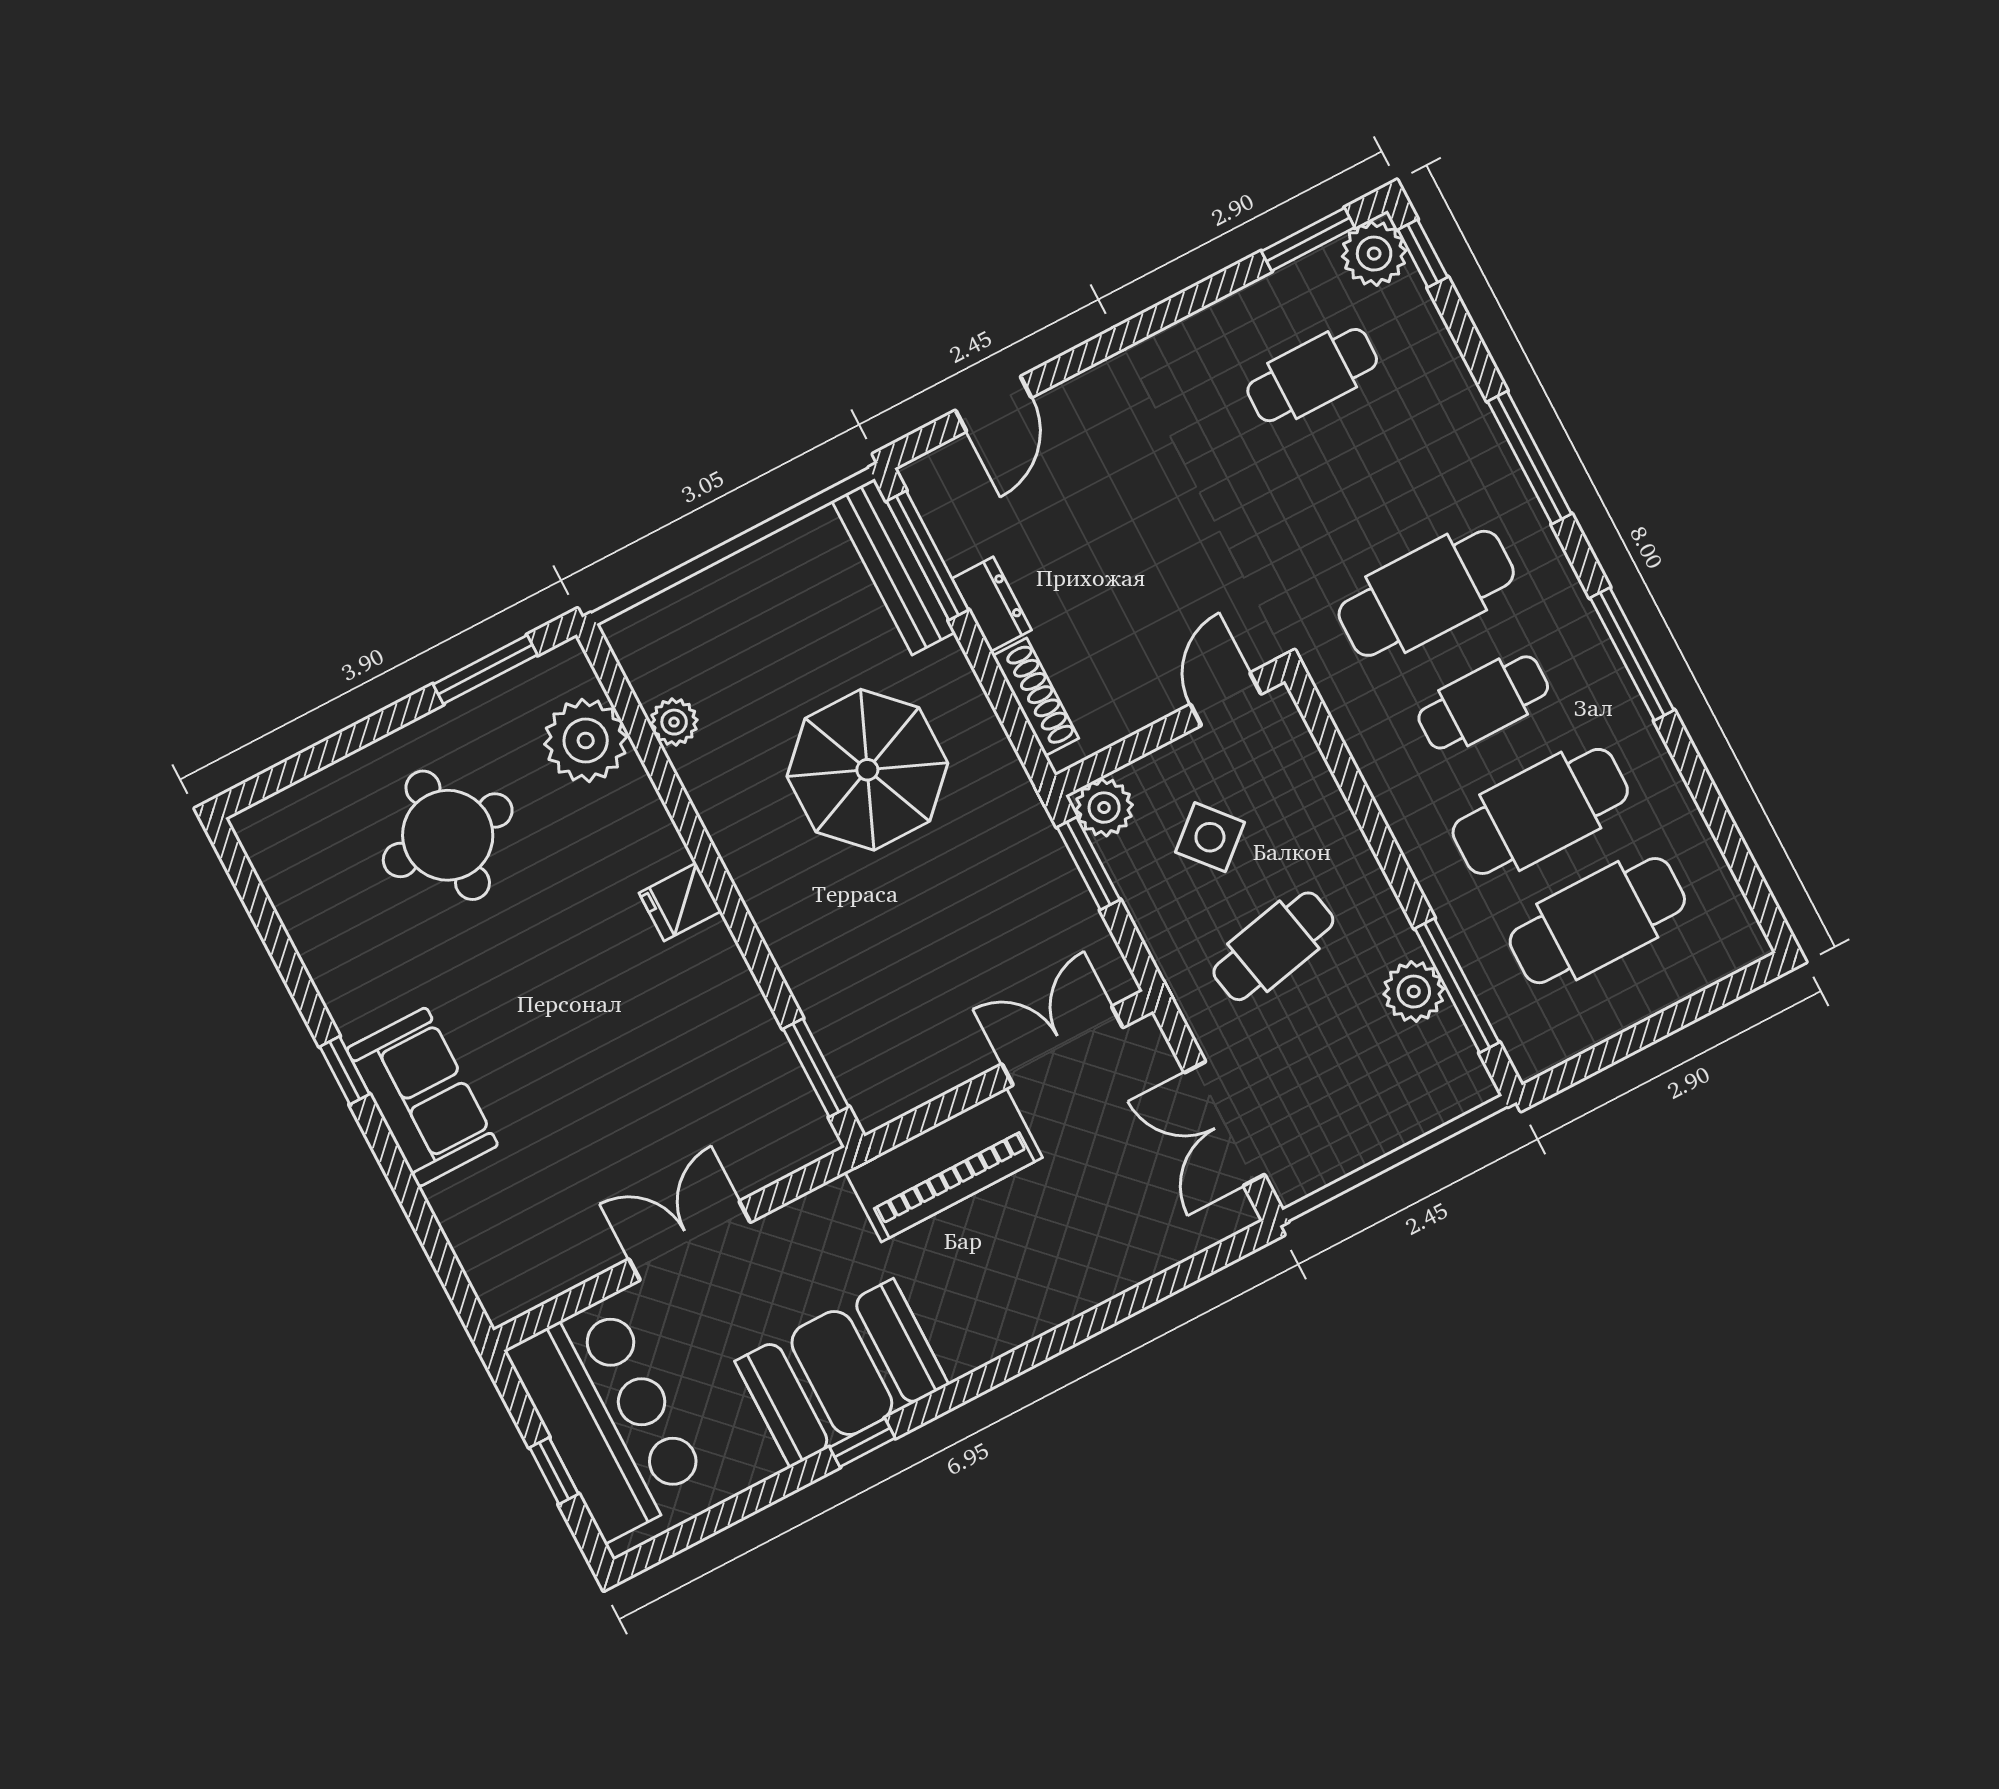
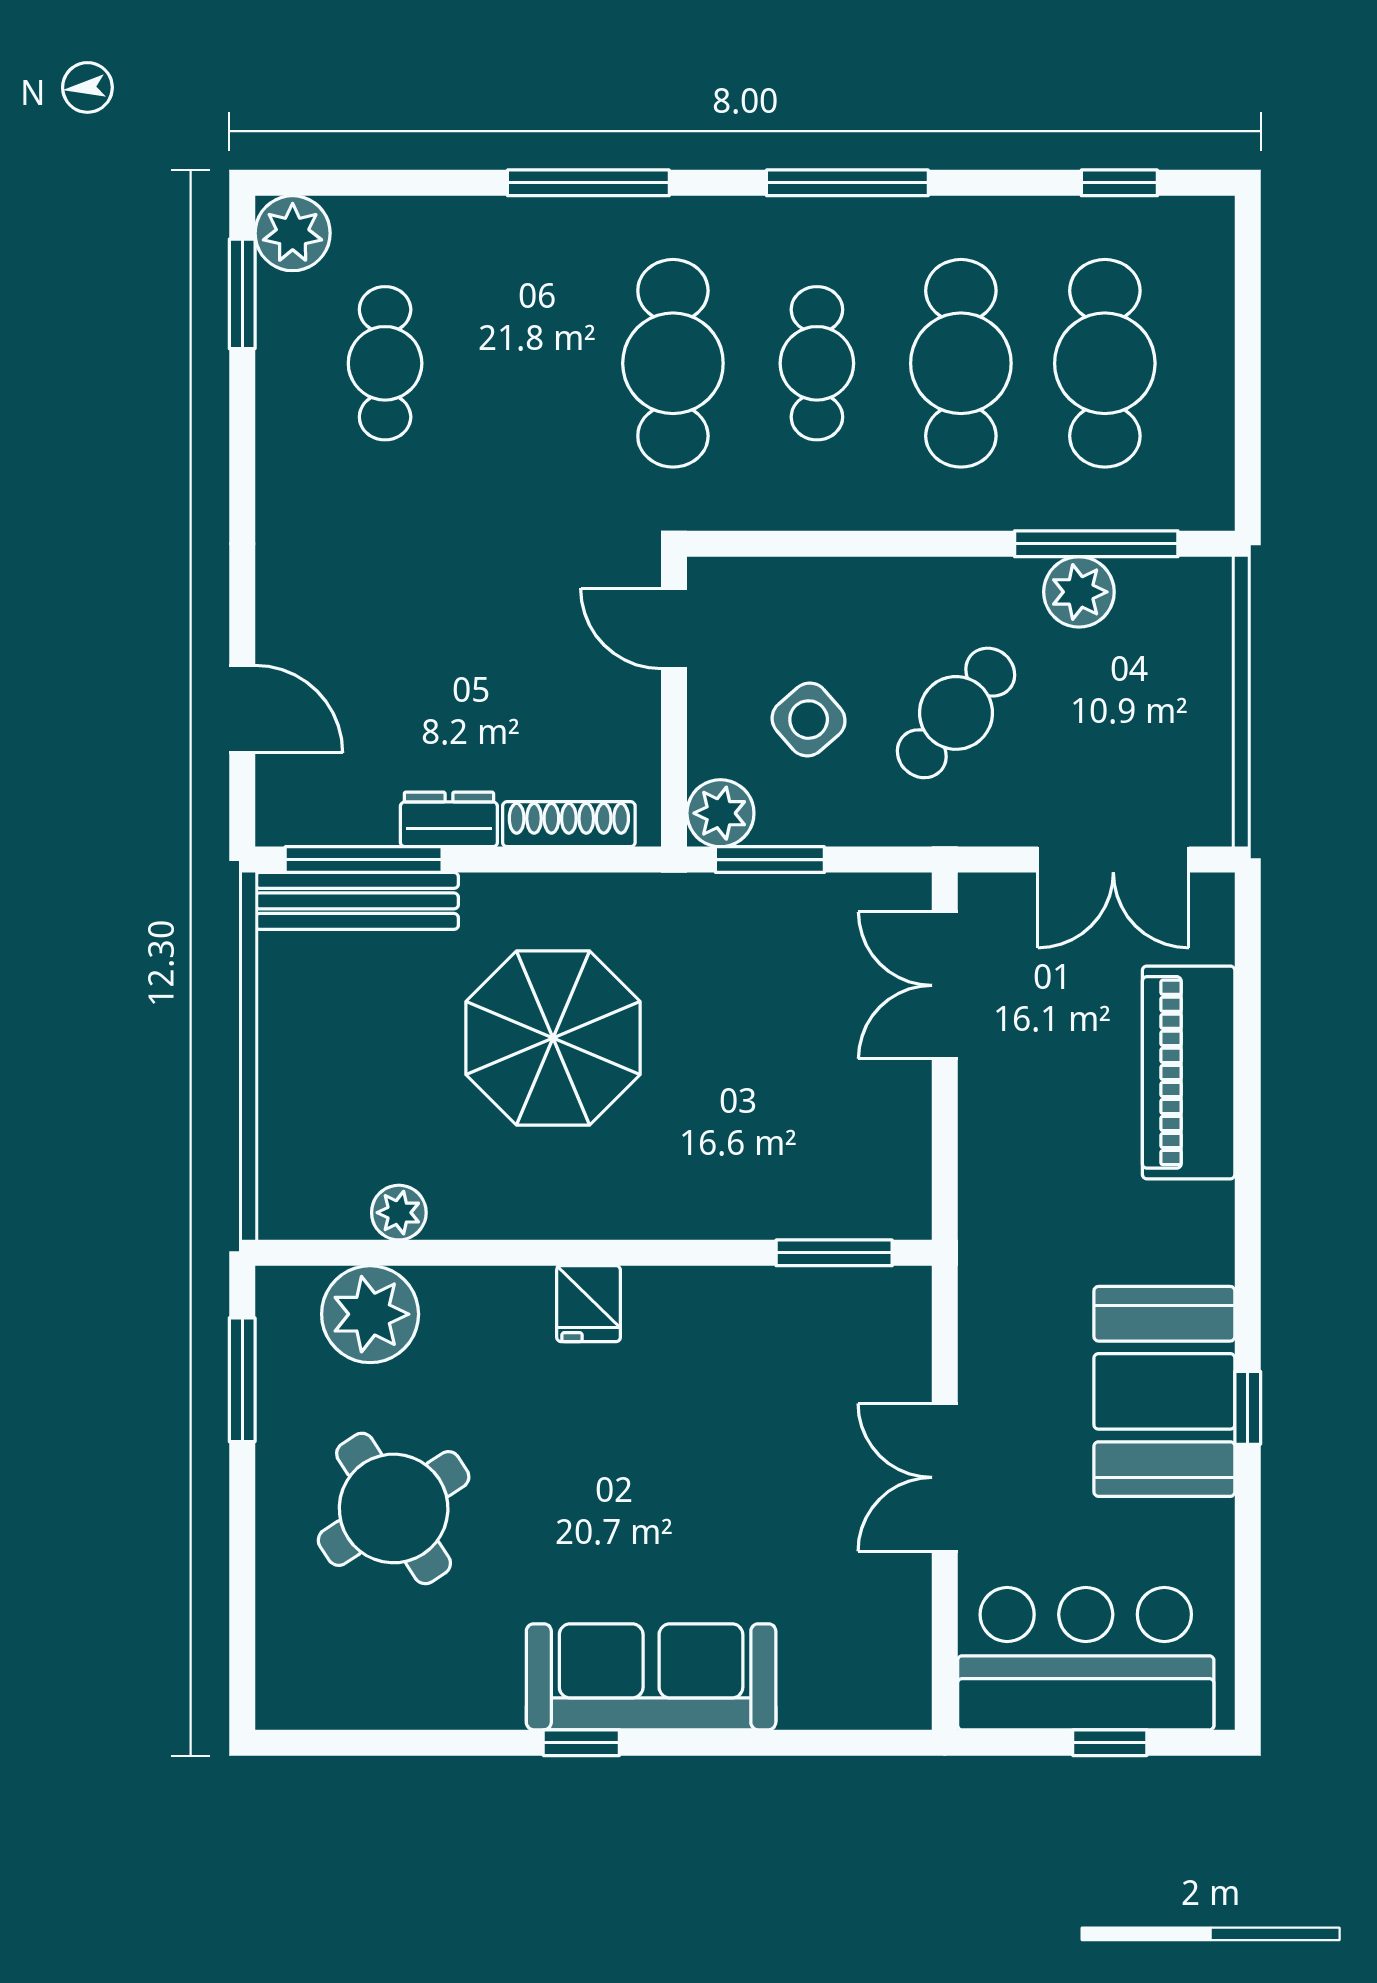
window: (1423, 253) -> (1119, 183), moved
round table: (448, 835) -> (394, 1508), turned -33
cafe table: (1273, 946) -> (956, 713), turned 52
sofa: (422, 1097) -> (651, 1677), width x1.36
piano: (944, 1165) -> (1189, 1072), moved, turned 180

